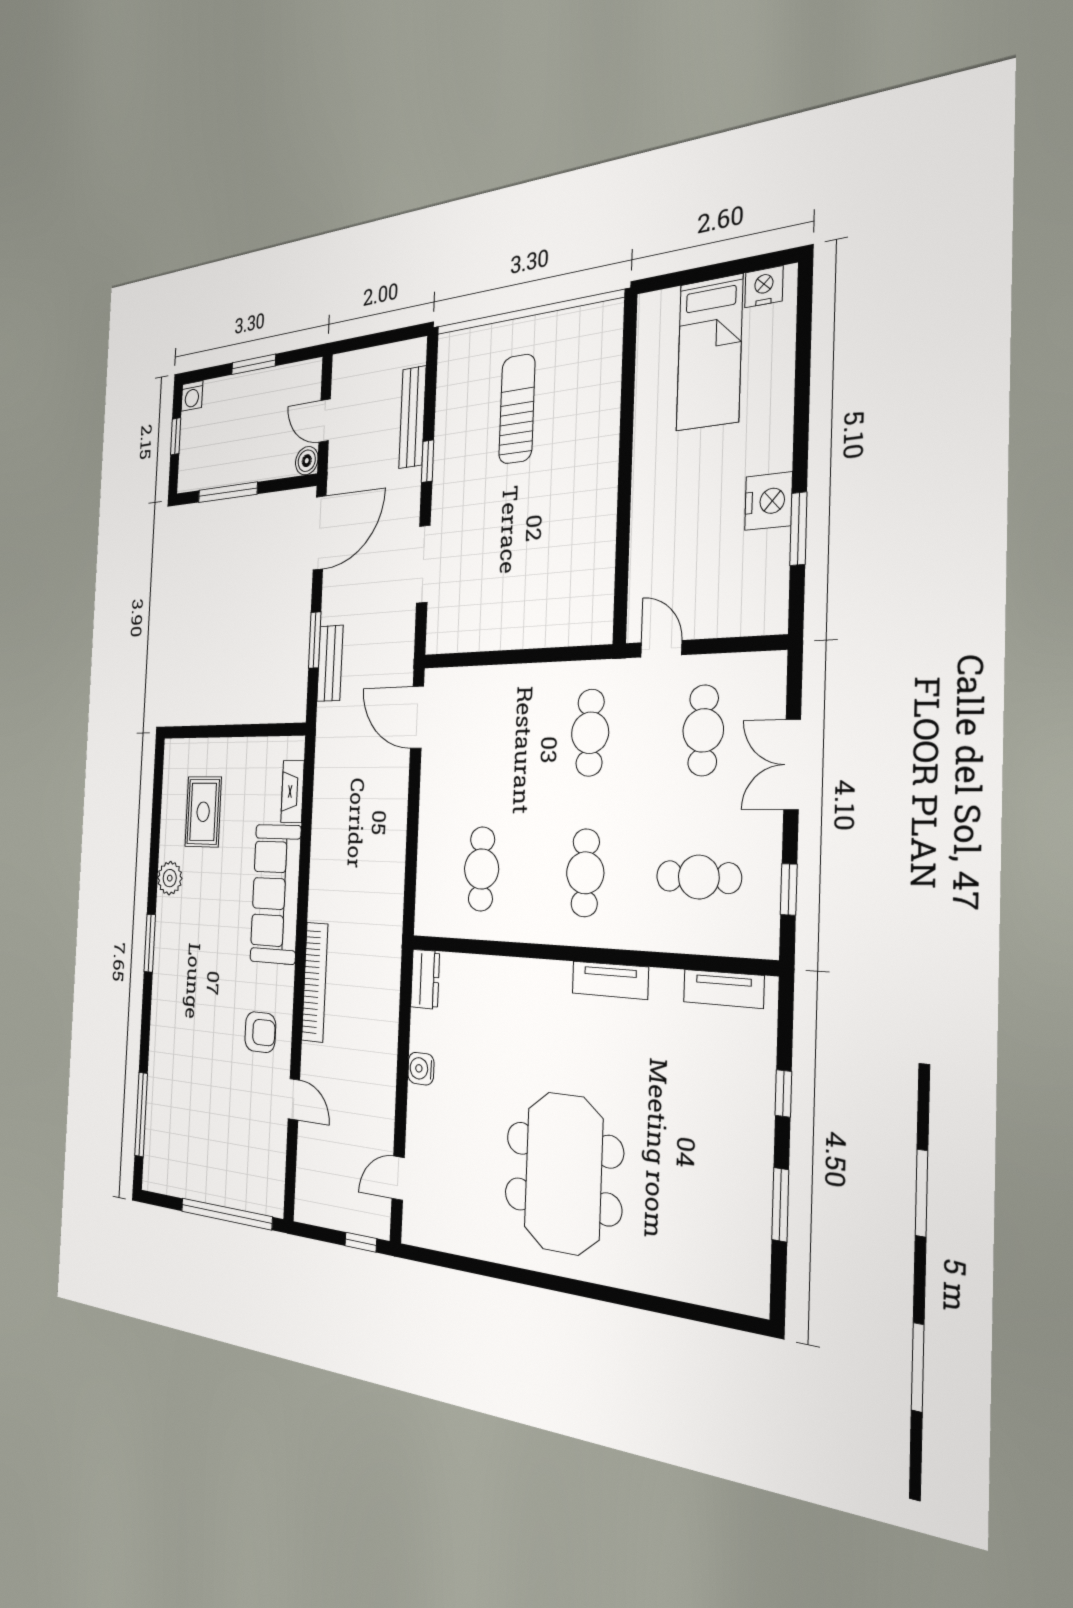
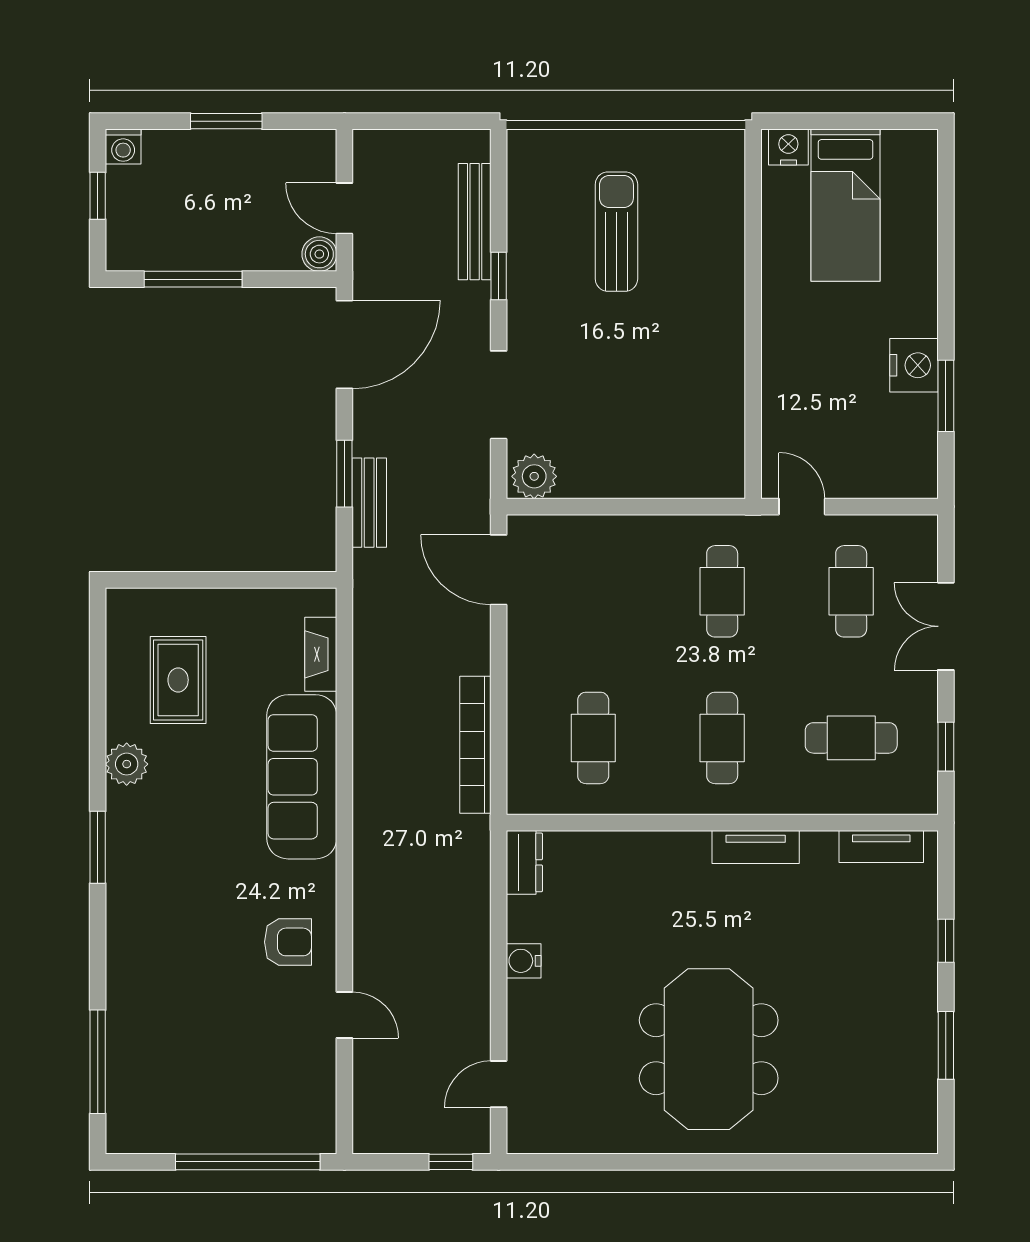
nightstand: (764, 287) -> (788, 147), moved
plant: (446, 634) -> (534, 476), added
bookcase: (315, 982) -> (475, 745), moved, turned 180

